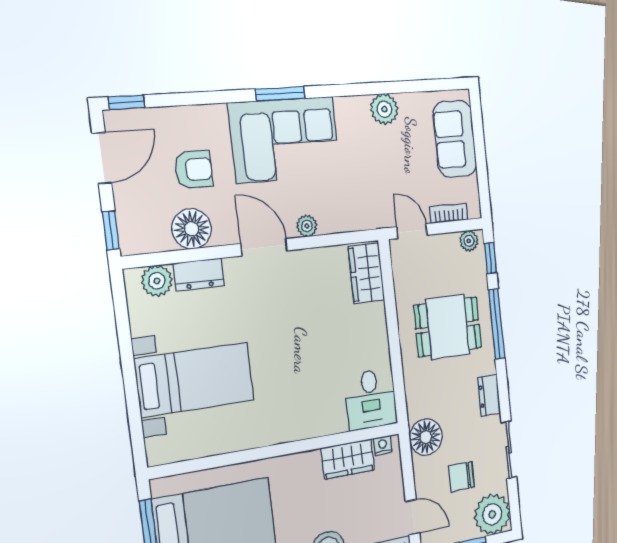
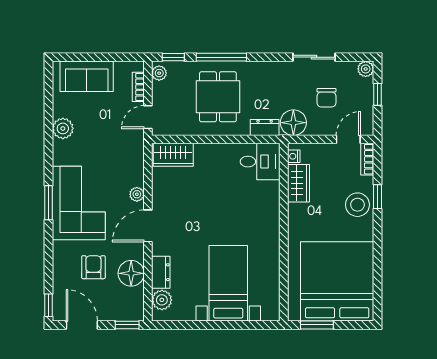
dresser: (489, 395) -> (265, 127), moved, turned 180
plant: (492, 514) -> (366, 69), width x0.53, depth x0.53

